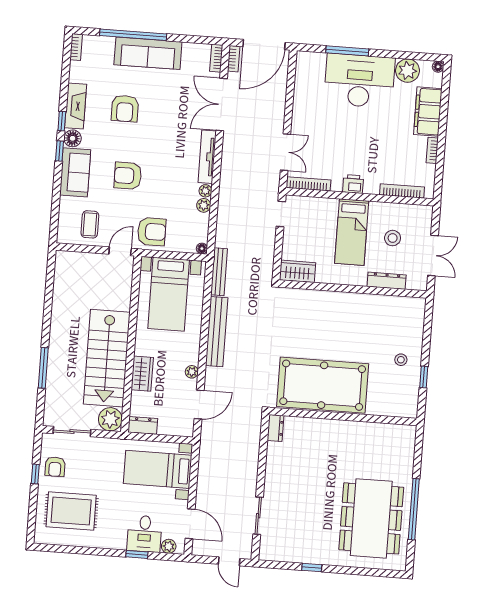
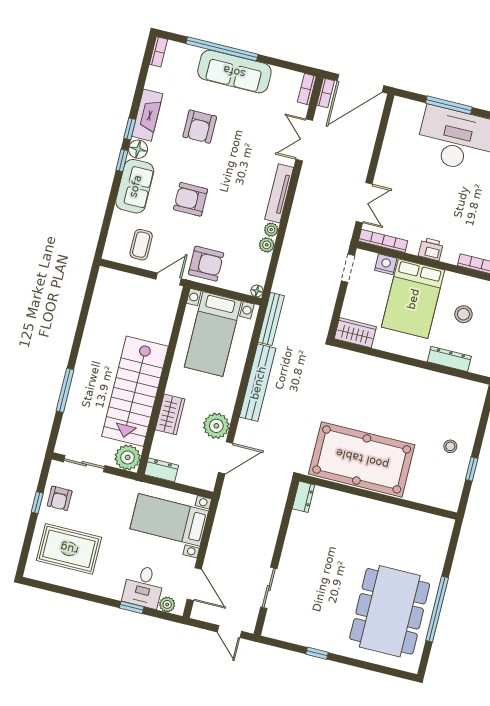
double door: (222, 105) -> (304, 140), width x0.73
nightstand: (315, 205) -> (386, 264), added
bed: (352, 232) -> (413, 299), width x1.50
plant: (192, 372) -> (216, 426), width x1.88, depth x1.88

